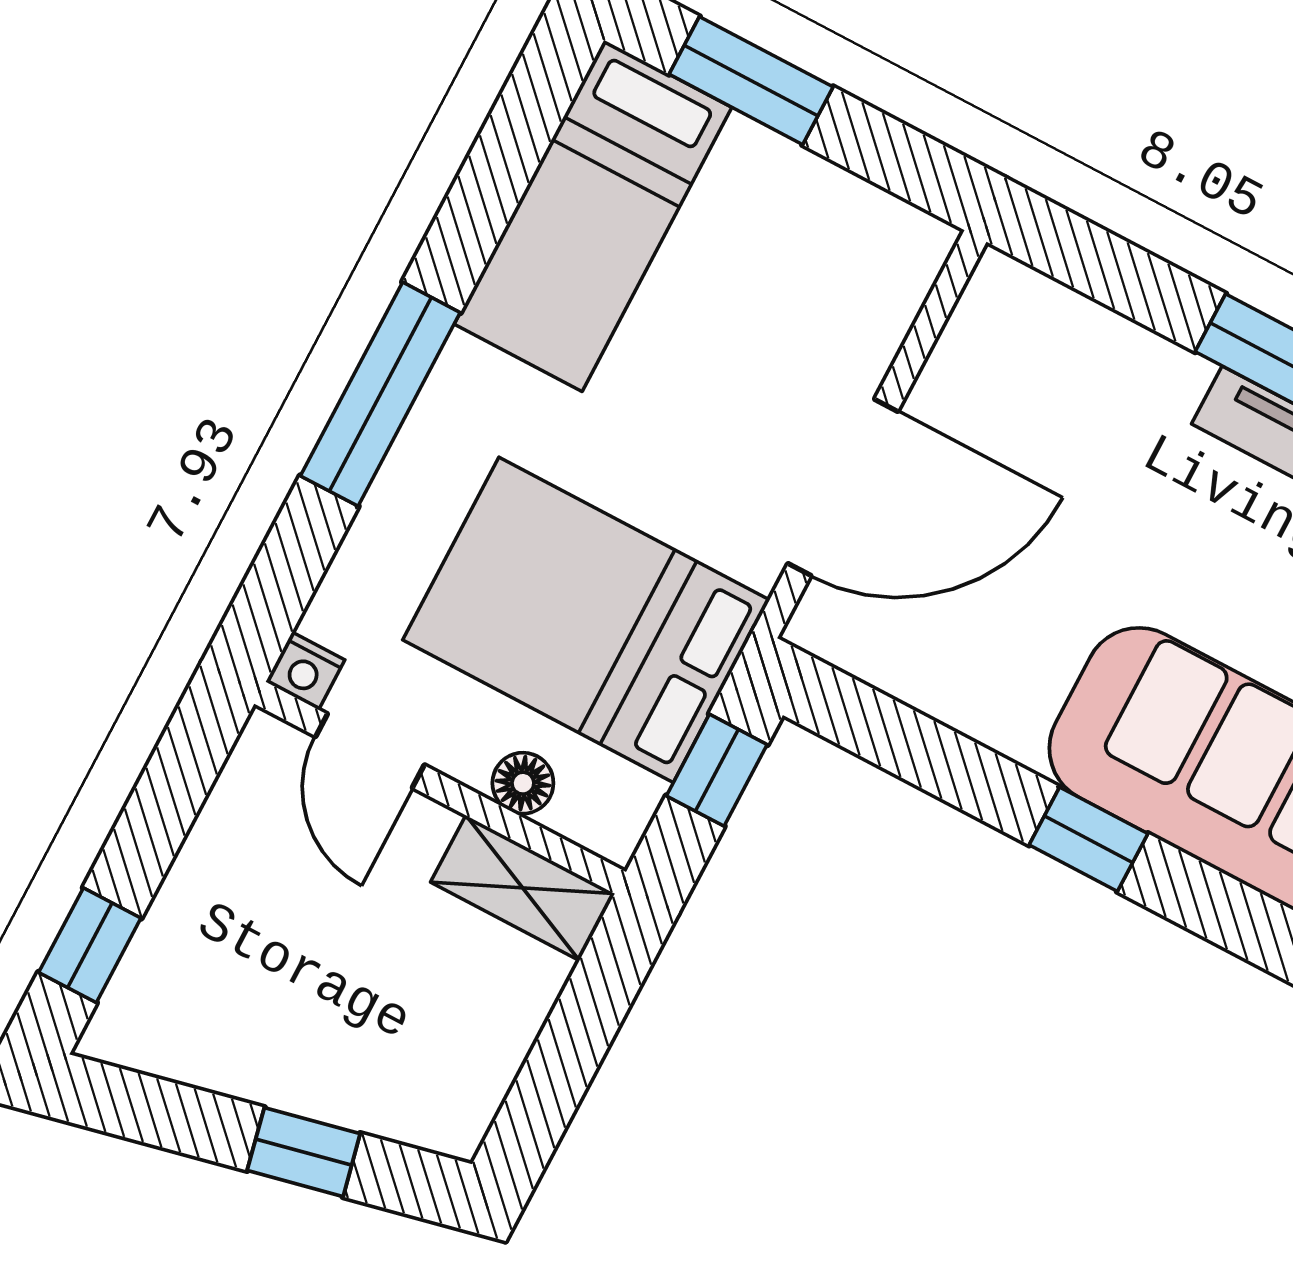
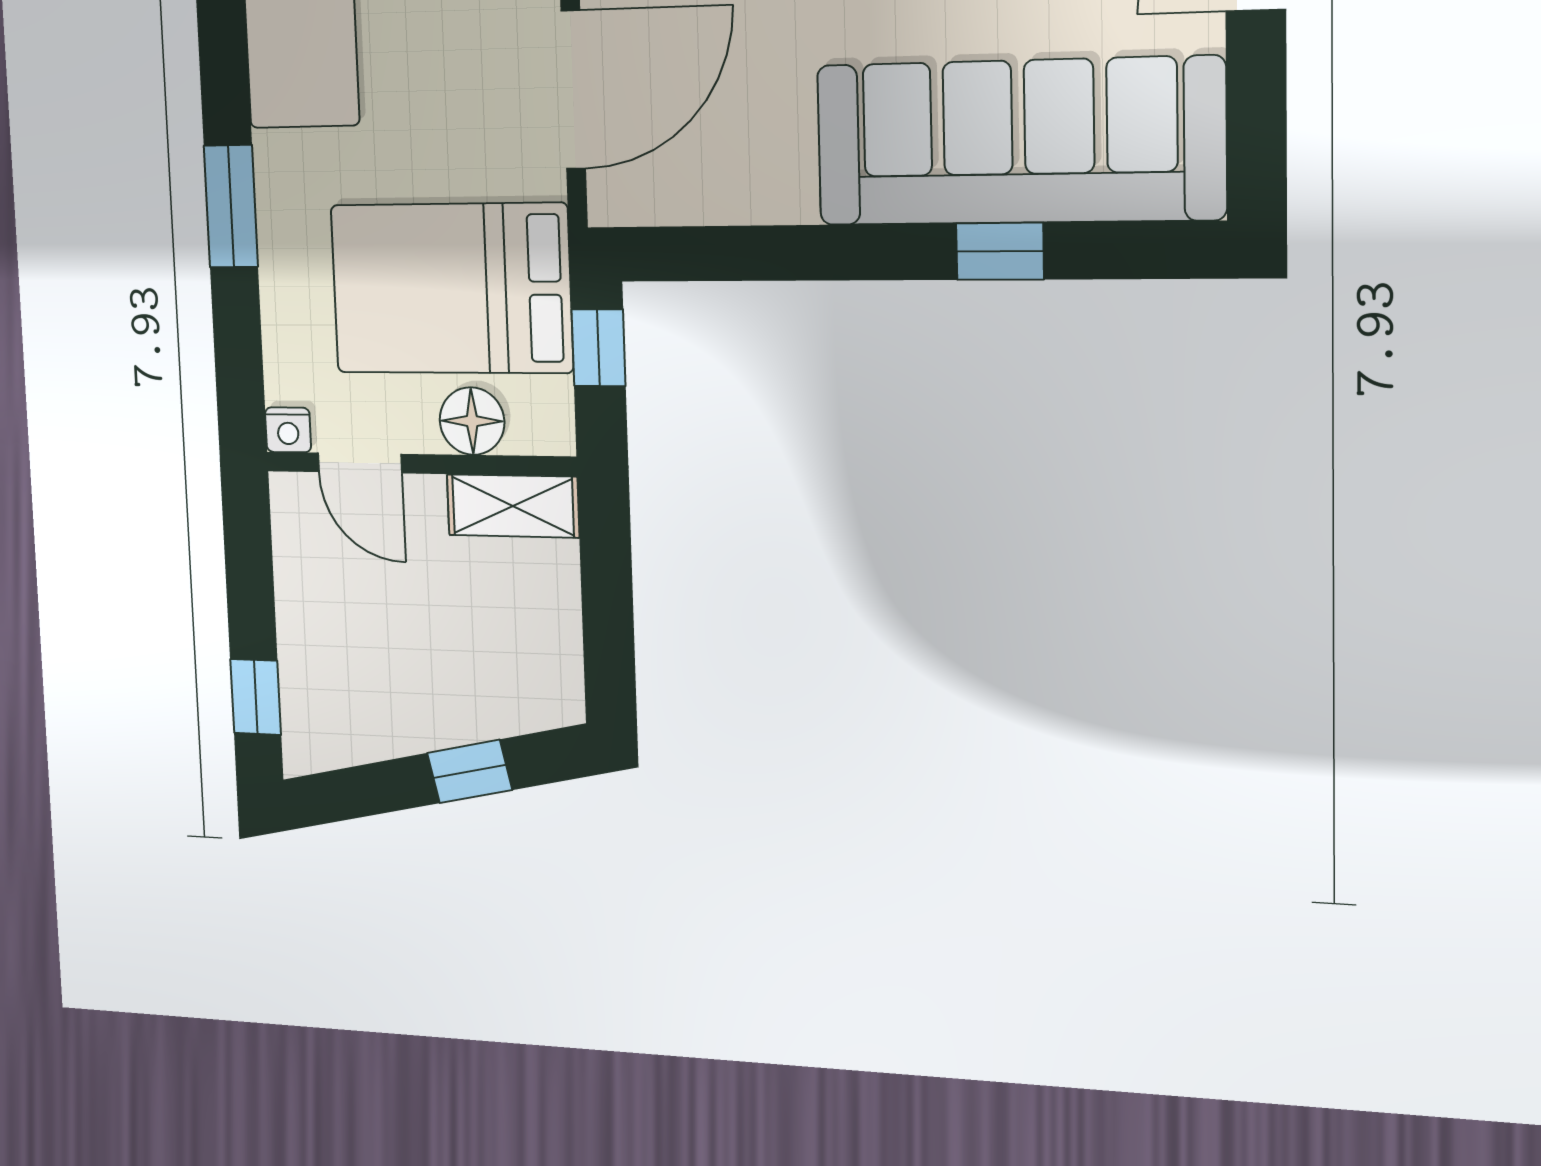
window: (380, 394) -> (231, 206), width x0.69
floor lamp: (523, 783) -> (472, 421), width x1.37, depth x1.37
window: (1088, 839) -> (1000, 251), moved

